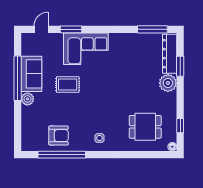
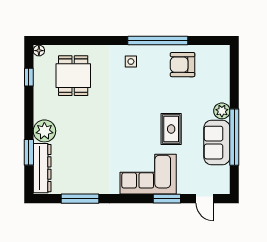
door: (41, 29) -> (205, 199), hinge flipped
window: (152, 29) -> (80, 199), moved
rug: (68, 85) -> (171, 129), turned 90
dining table: (145, 127) -> (73, 76), turned 90
window: (62, 155) -> (158, 41), moved

